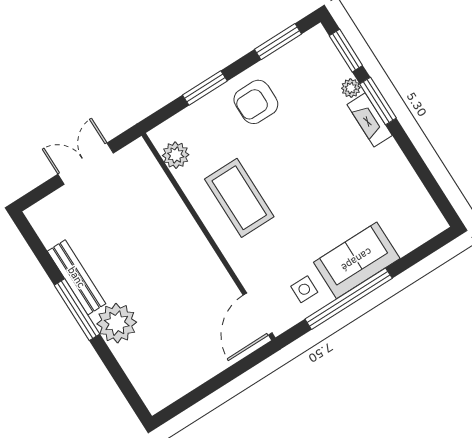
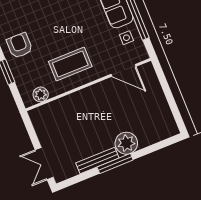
armchair: (256, 102) -> (20, 45), turned 180
double door: (86, 164) -> (44, 164), moved
door: (258, 314) -> (123, 70), moved

